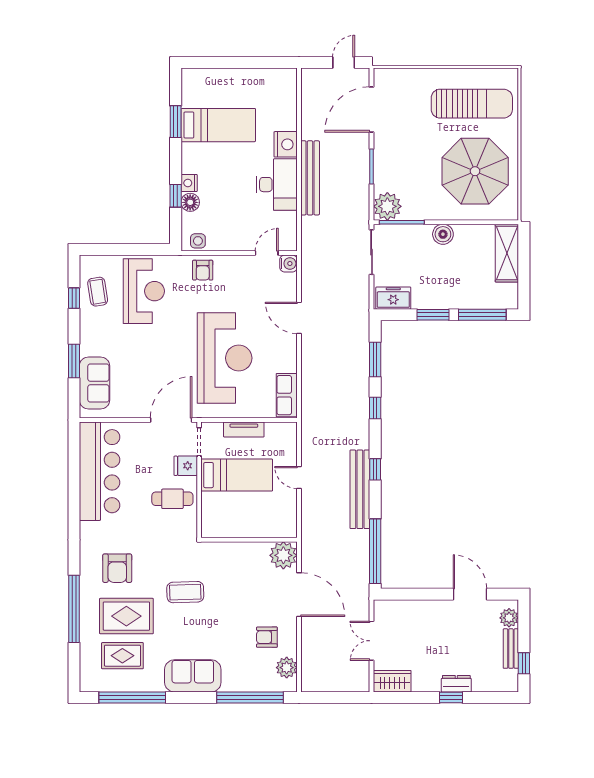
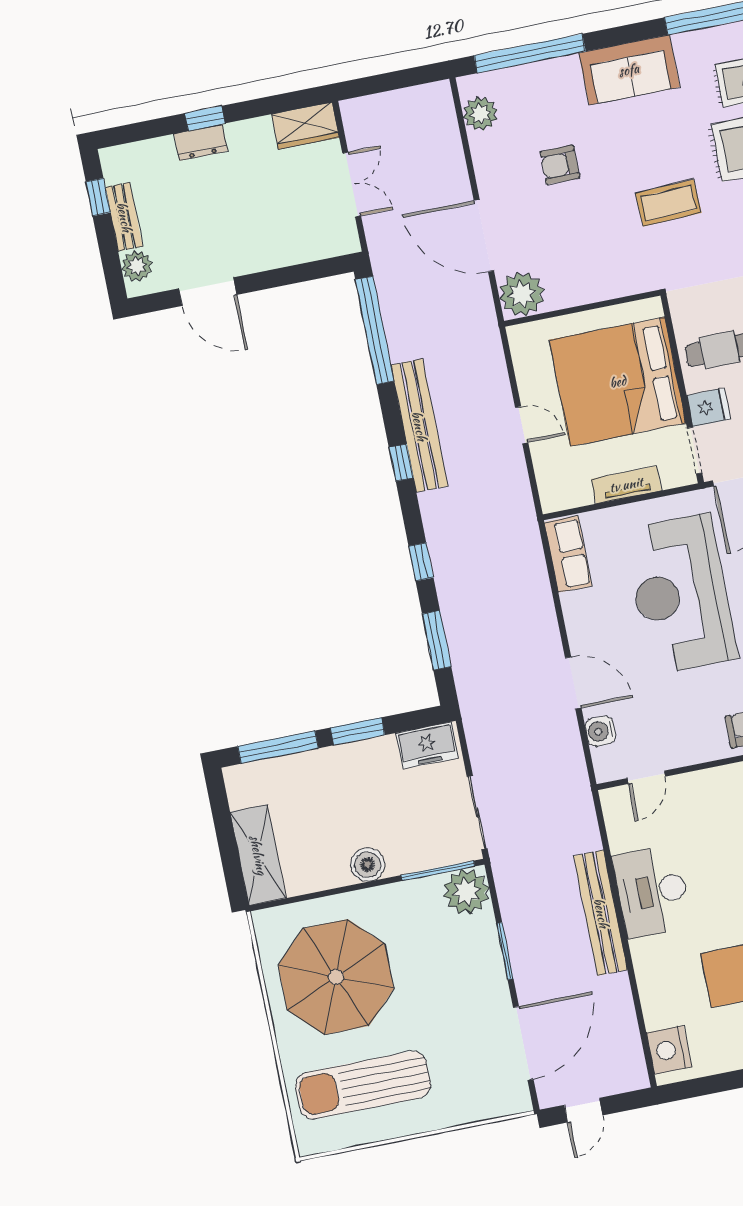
nightstand: (286, 144) -> (669, 1050), moved
water cooler: (289, 263) -> (600, 731), moved
bed: (237, 475) -> (618, 382), width x2.04
armchair: (267, 637) -> (560, 165), moved, turned 180

